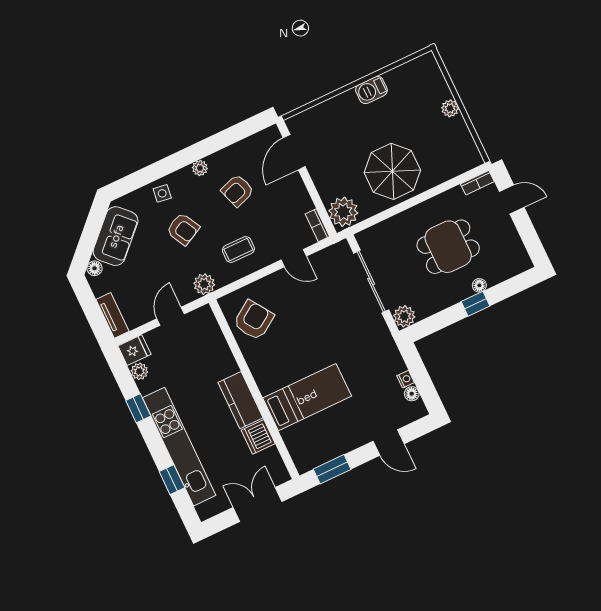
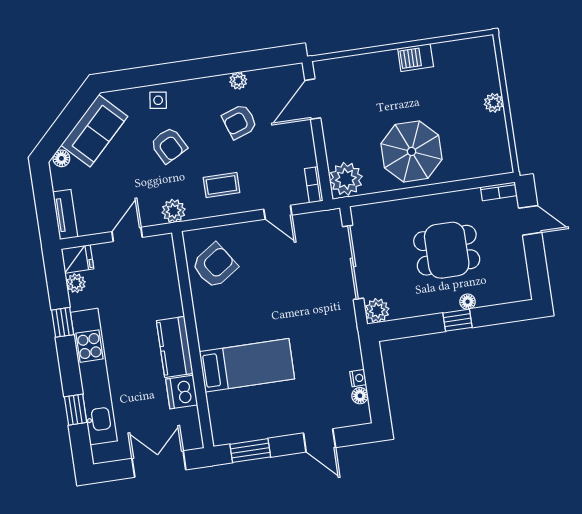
plant: (200, 168) -> (238, 81), moved

